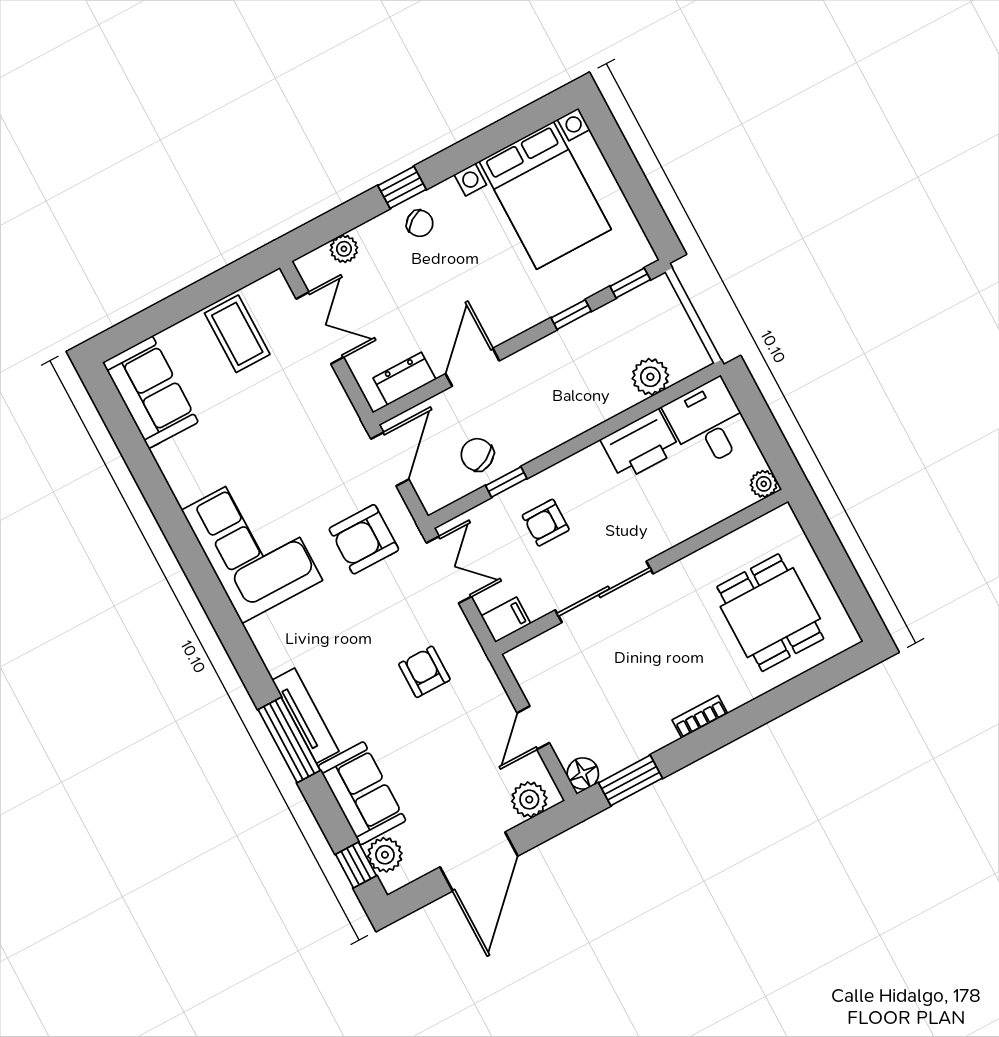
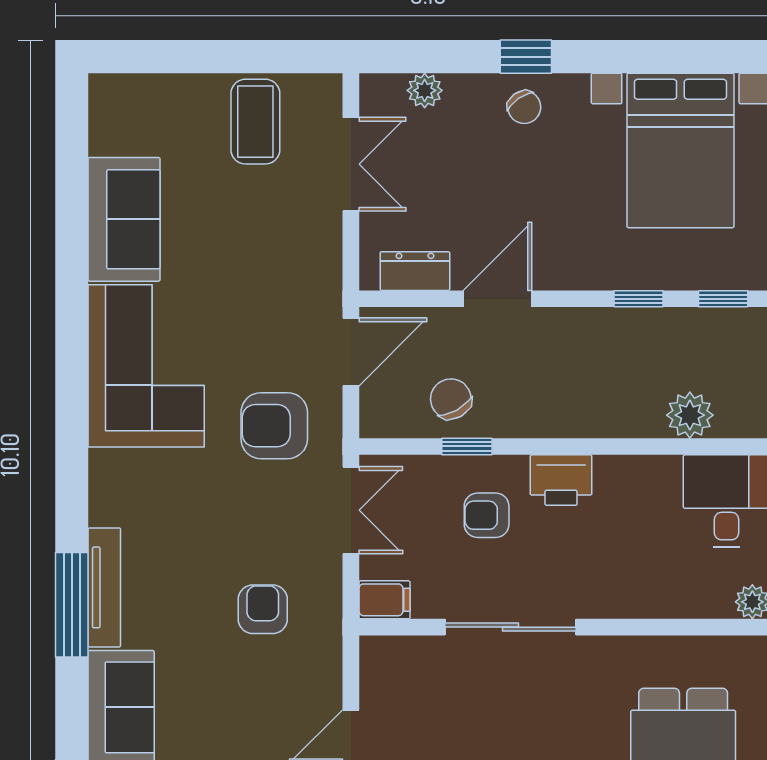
sofa: (150, 392) -> (124, 219), moved
printer: (640, 445) -> (561, 480), moved, width x0.73, depth x0.84

